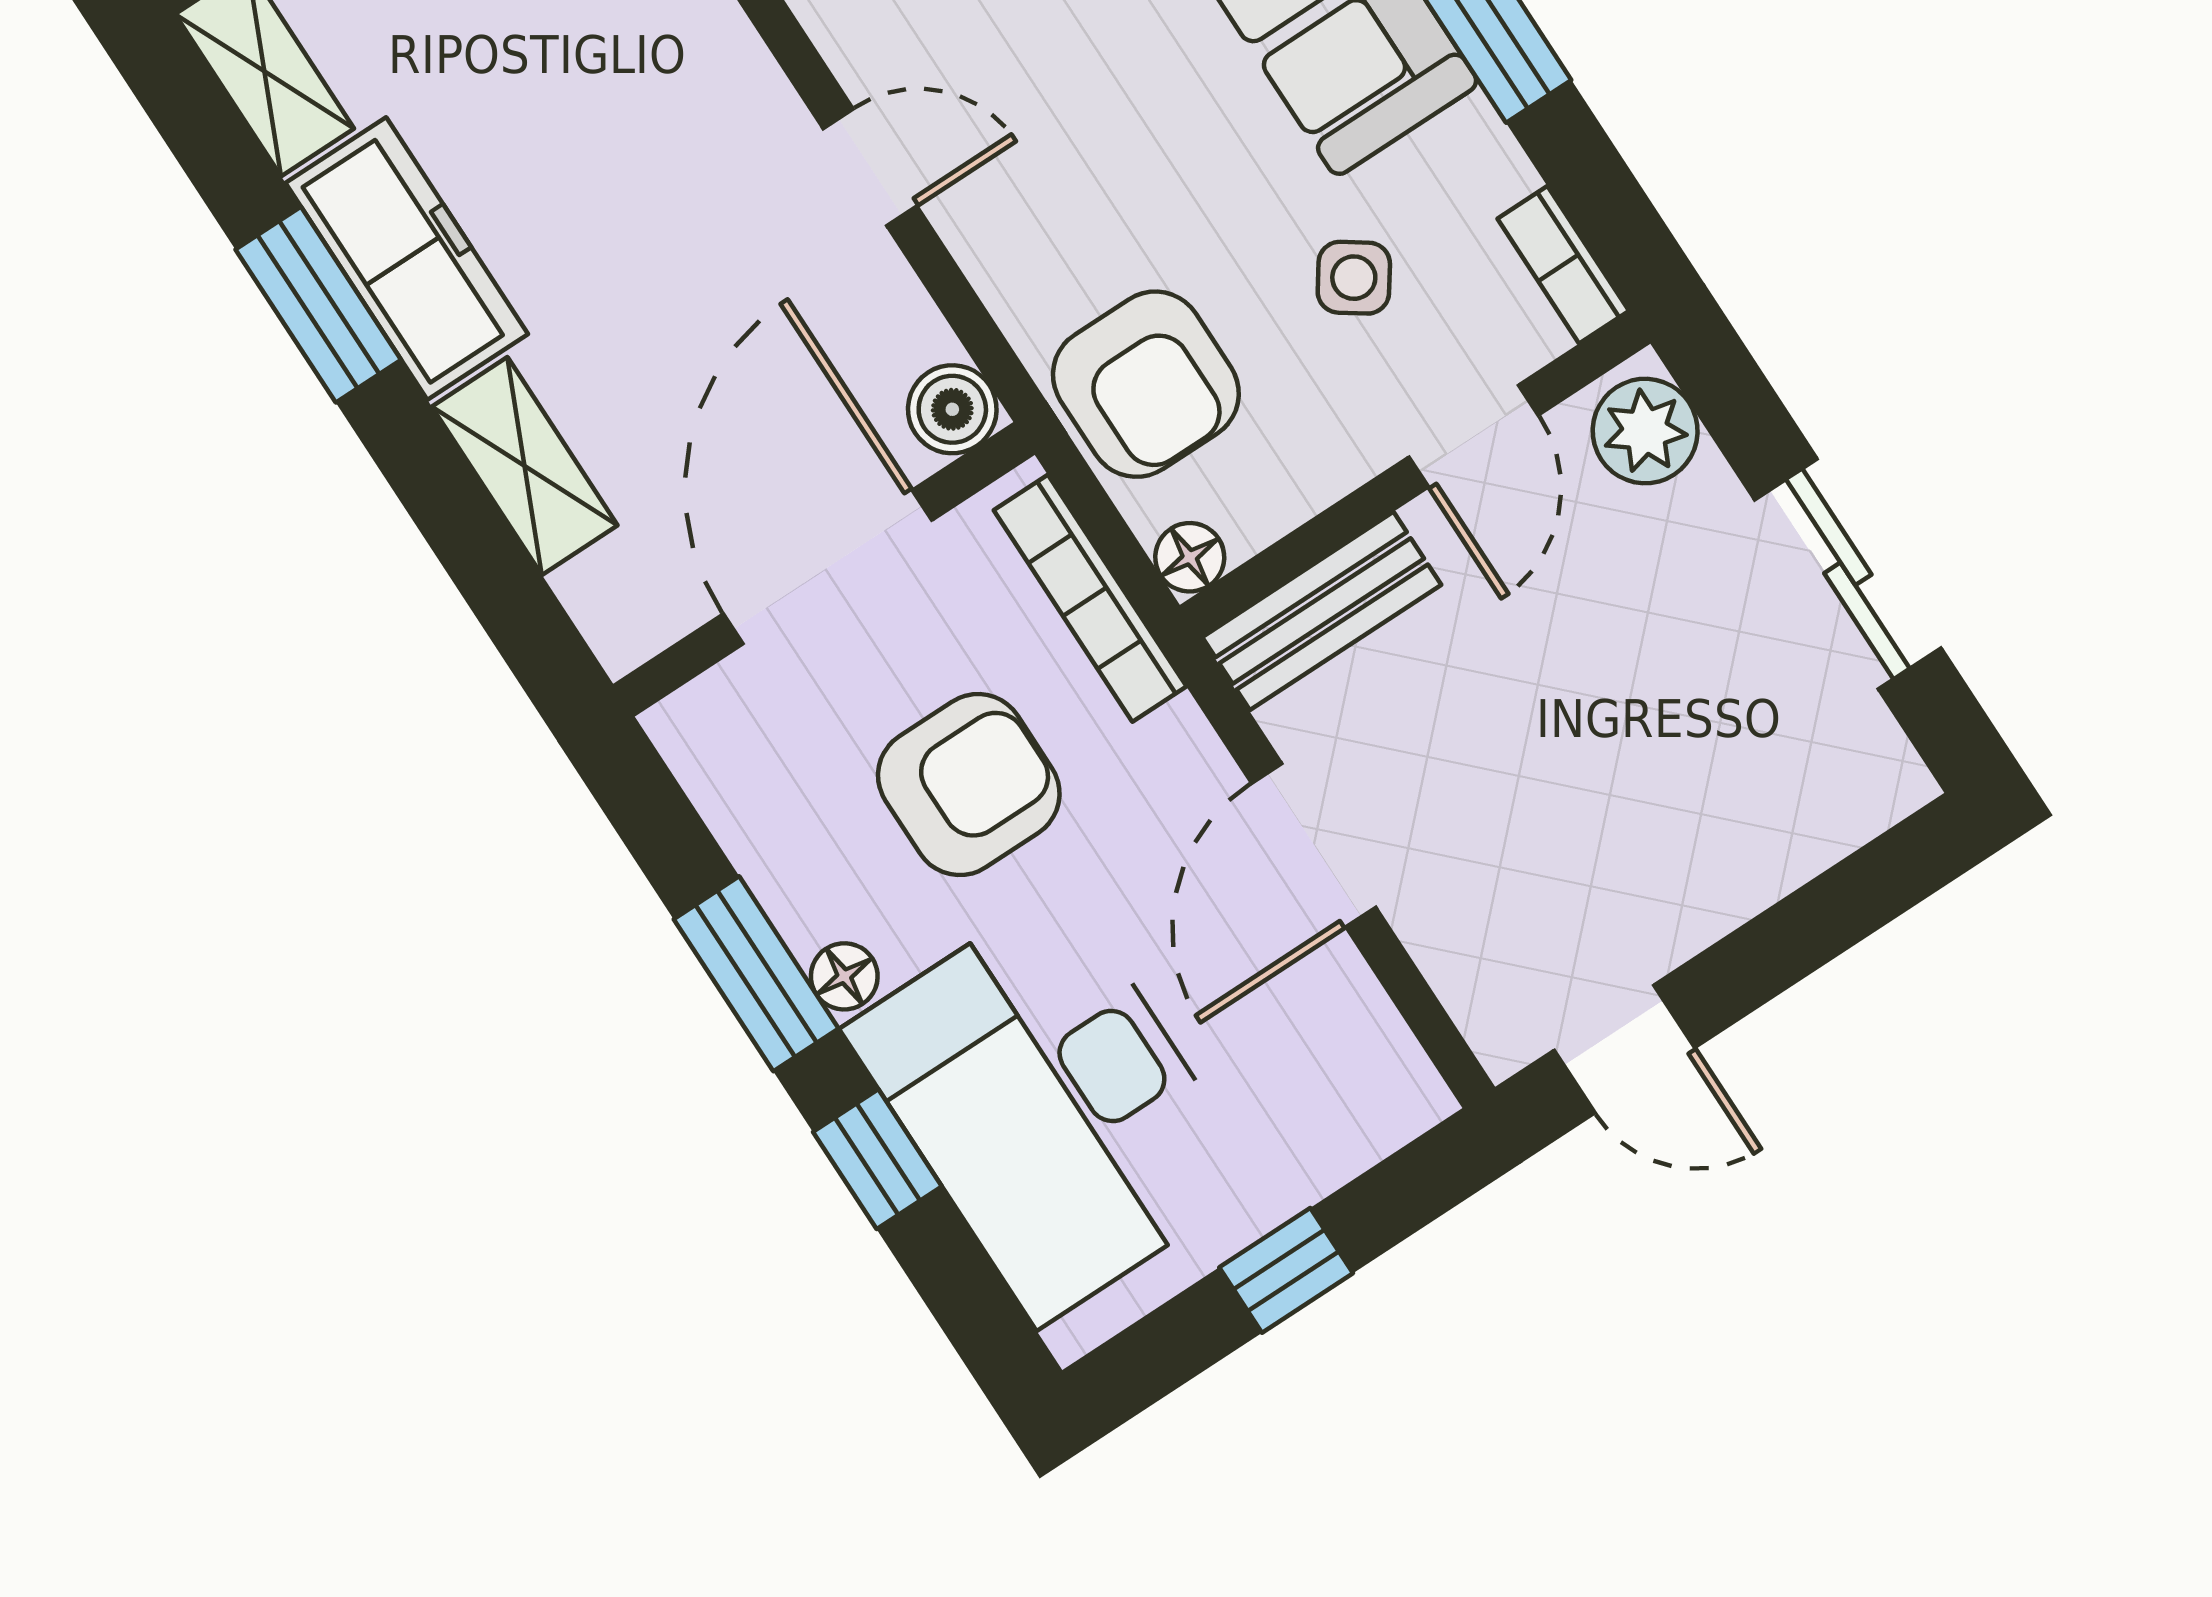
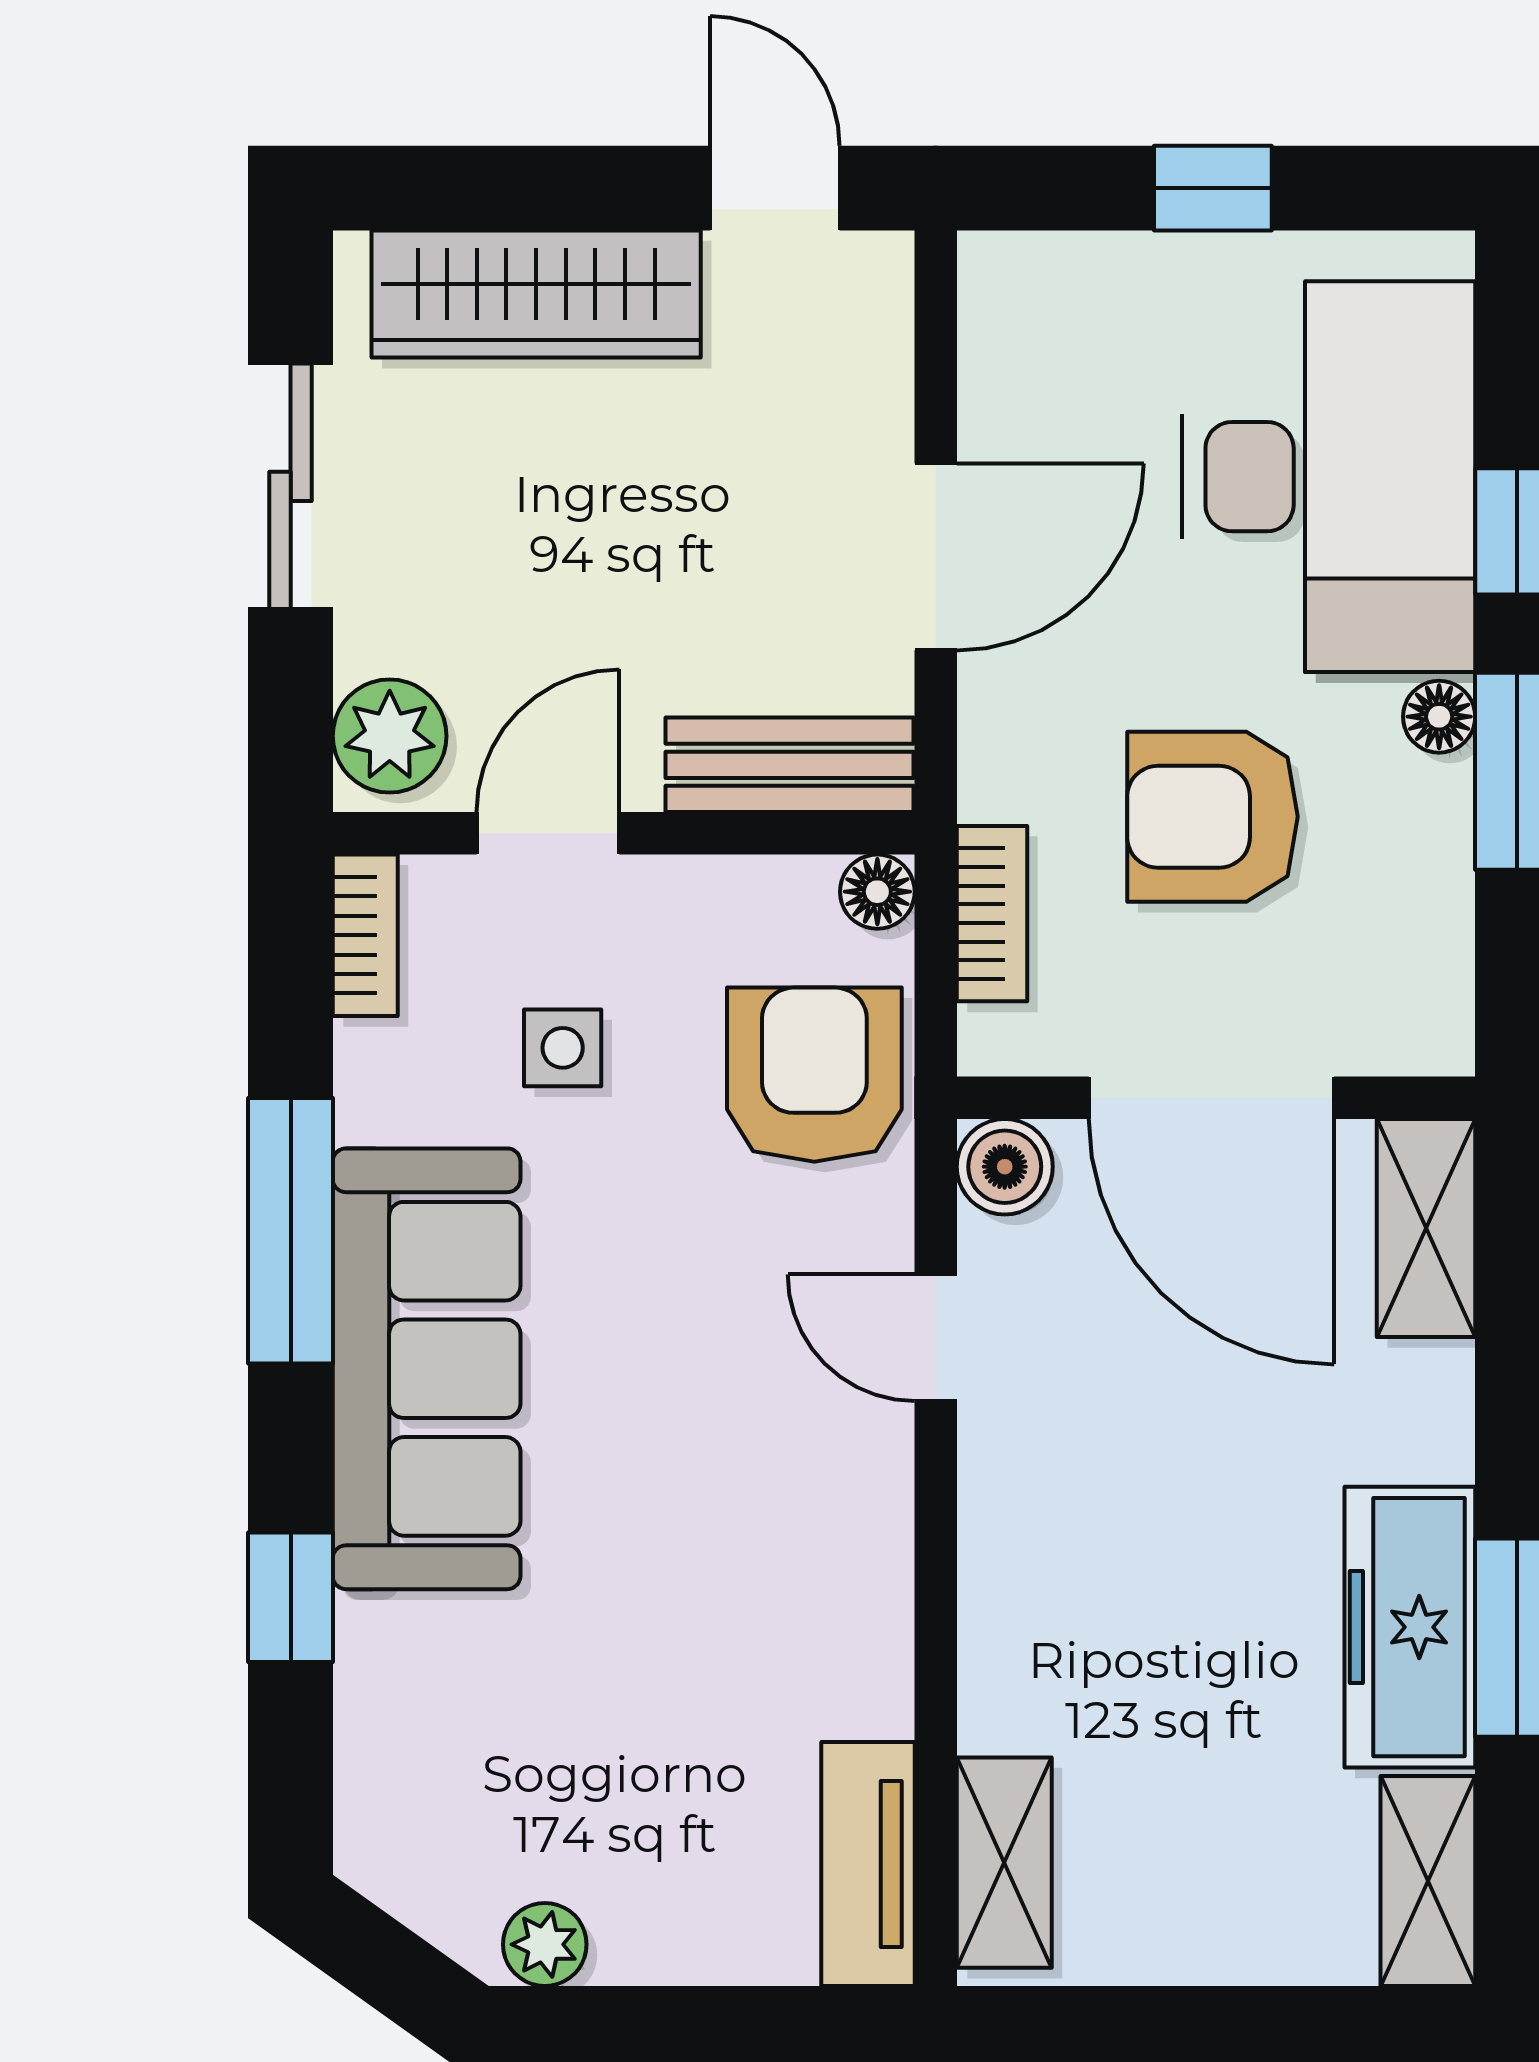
door: (870, 167) -> (936, 1338), moved
side table: (1354, 278) -> (563, 1048), turned -35
shelving: (525, 466) -> (1426, 1228), moved
door: (828, 567) -> (1211, 1098), hinge flipped
bookcase: (1090, 598) -> (992, 914), width x0.64
wardrobe: (1755, 846) -> (536, 294), added

